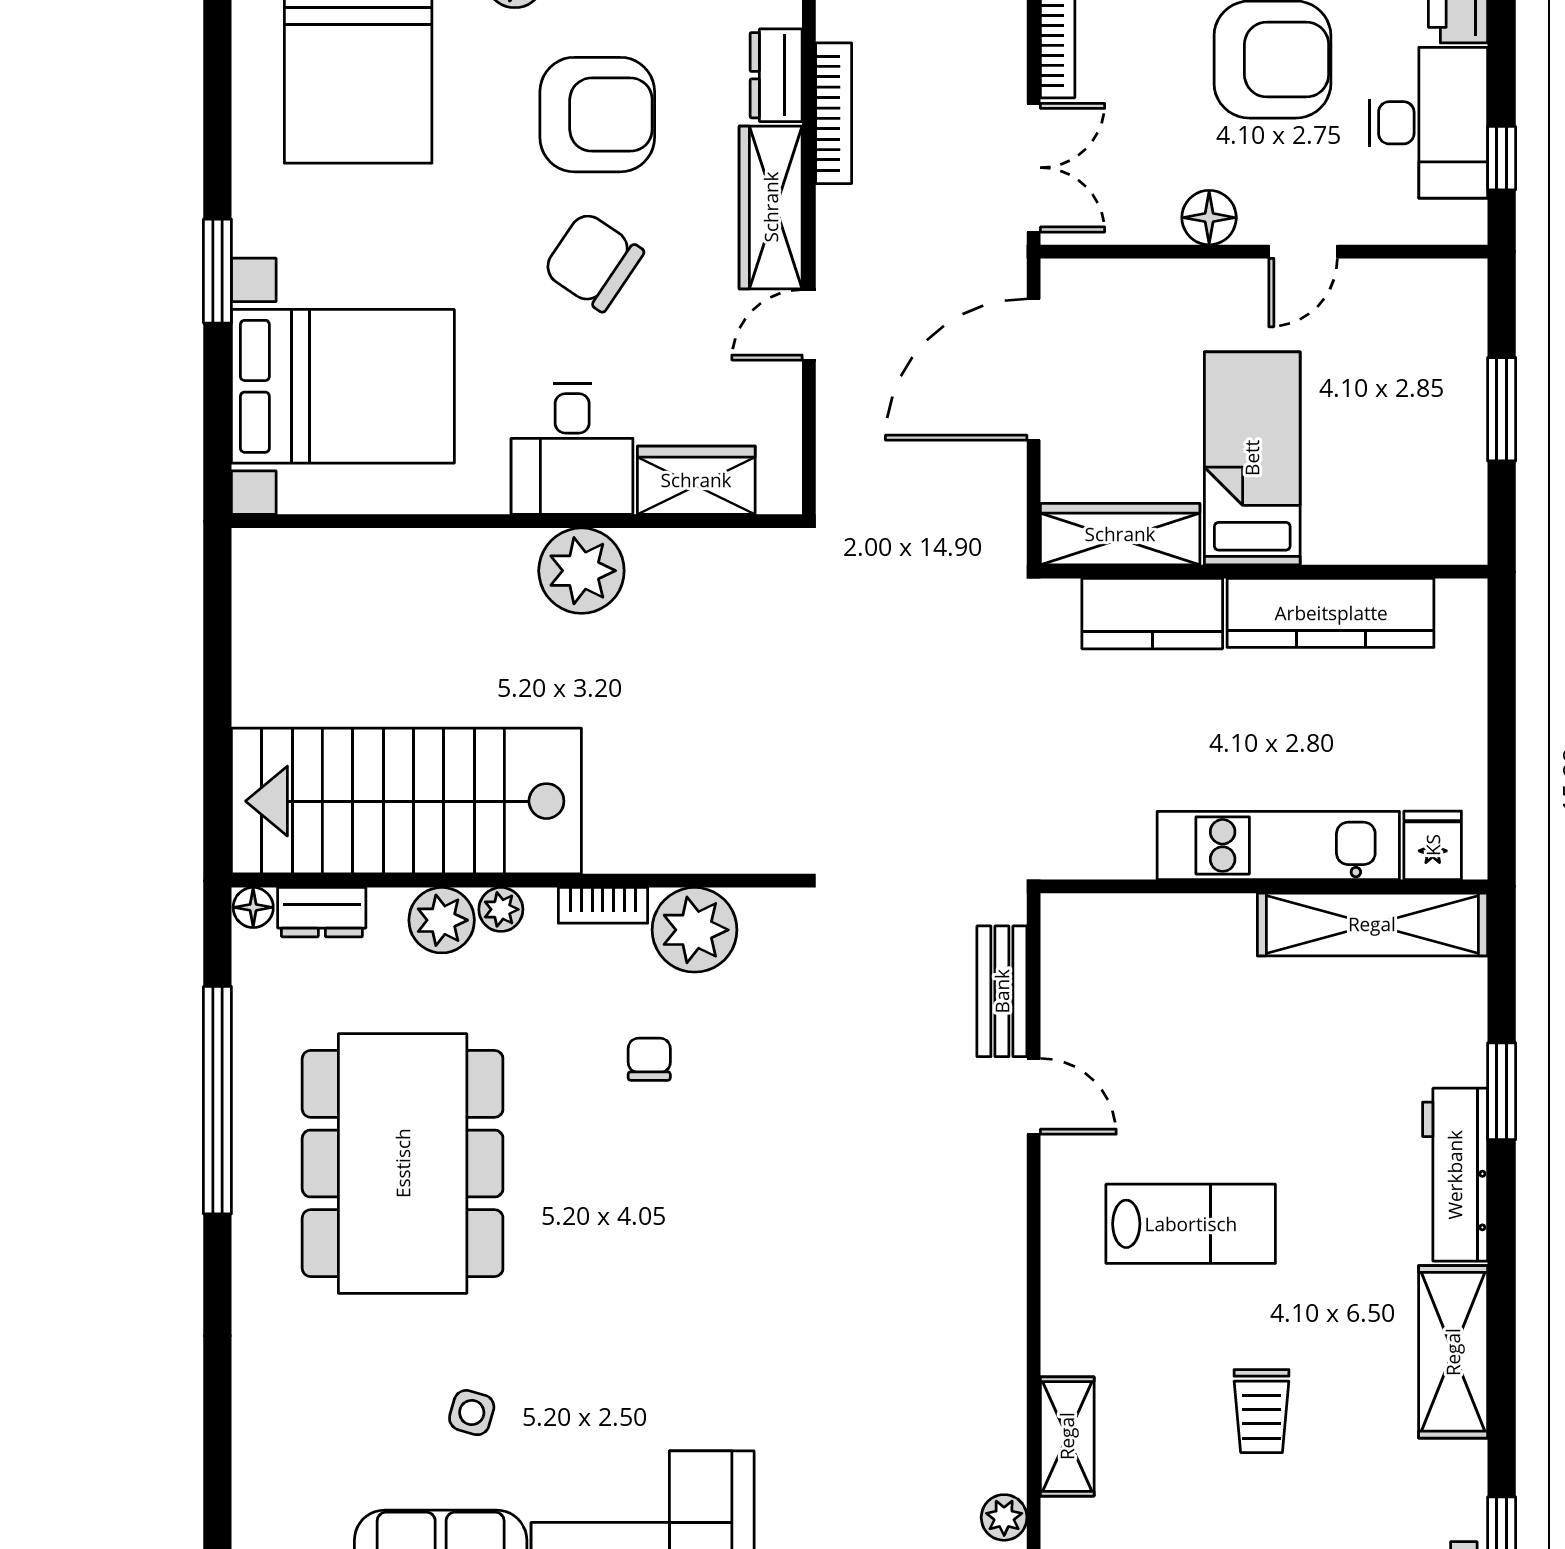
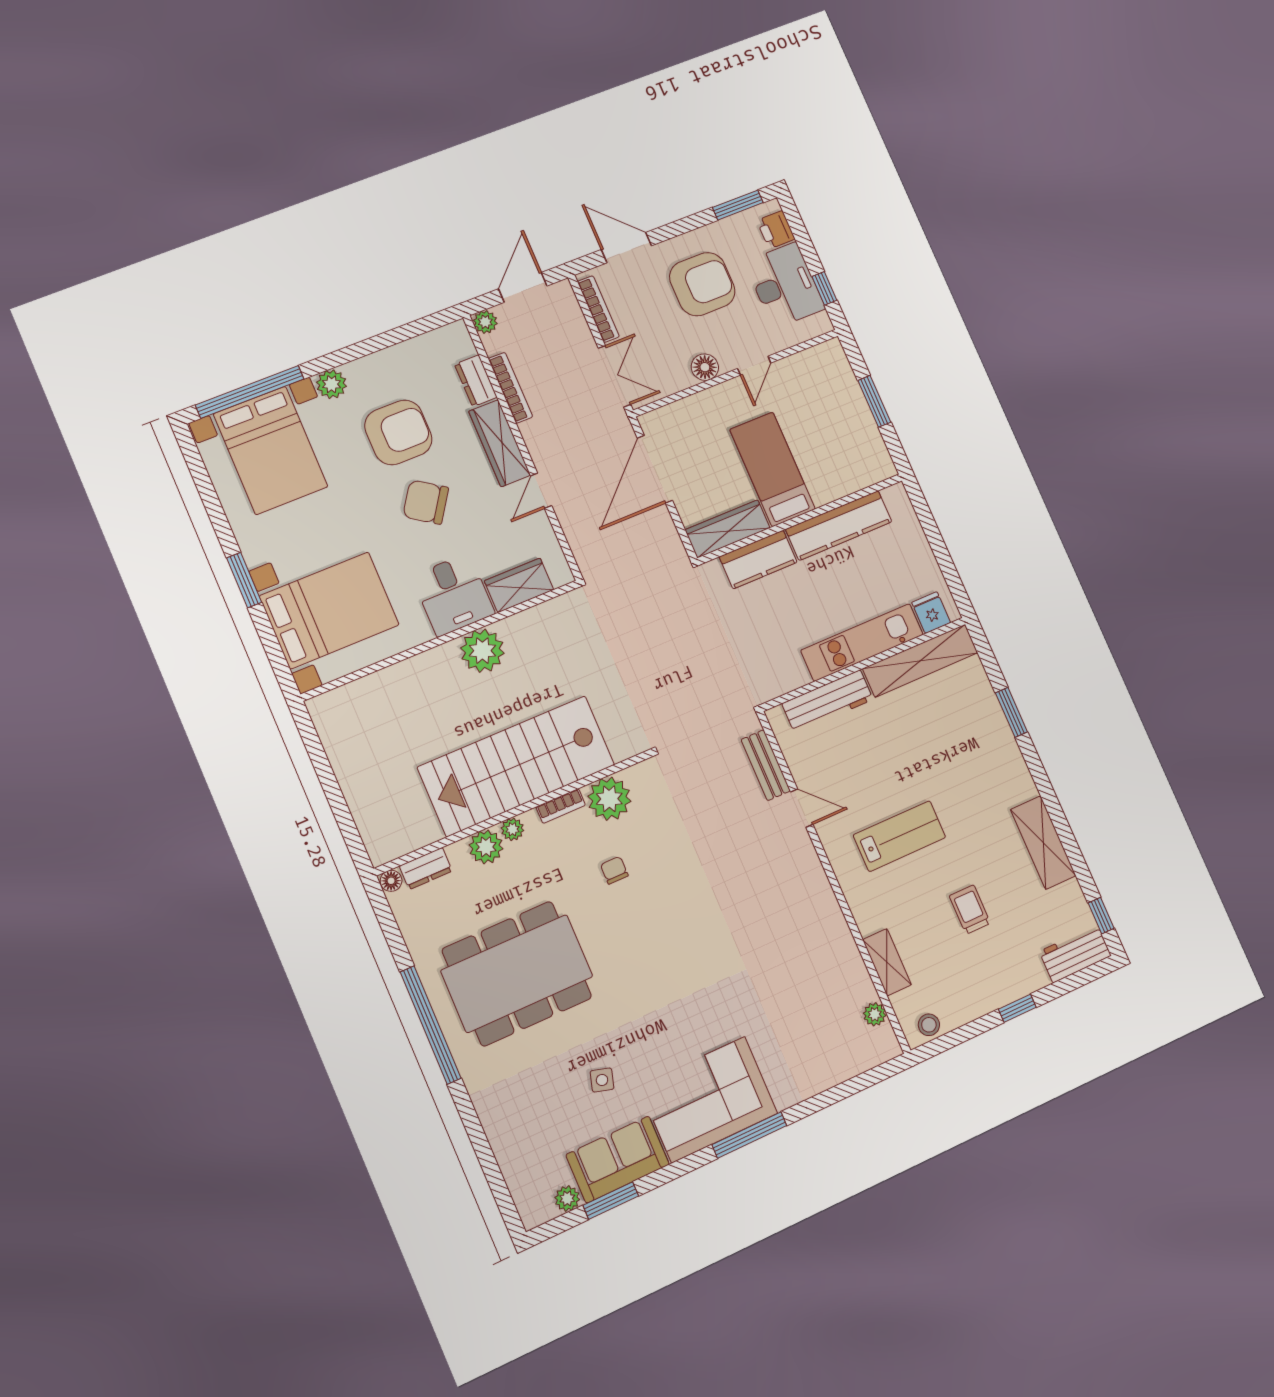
stairs: (406, 801) -> (516, 766), moved
window: (217, 1100) -> (431, 1025), moved
dining table: (403, 1163) -> (517, 973), turned 90
workbench: (1455, 1175) -> (828, 702), moved, turned -90
trolley: (1262, 1411) -> (970, 910), turned 180

